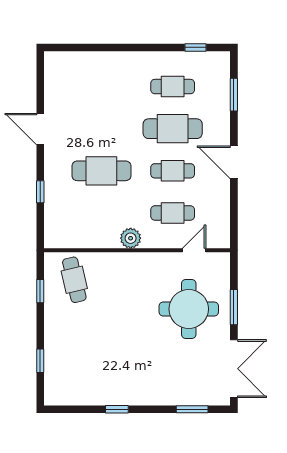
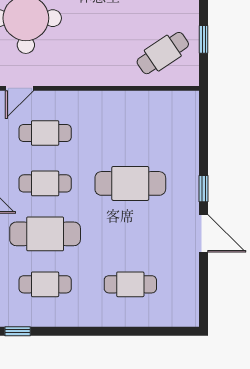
cafe table: (101, 87) -> (130, 284), added
window: (40, 192) -> (204, 189), moved
plant: (131, 238) -> (95, 103), removed
cafe table: (74, 280) -> (163, 53), turned 69

